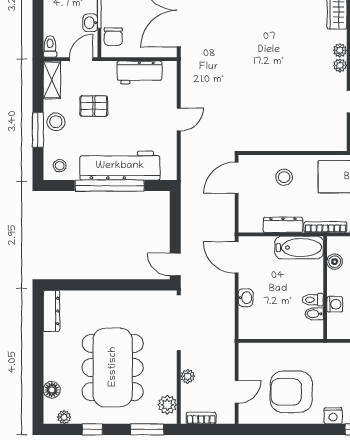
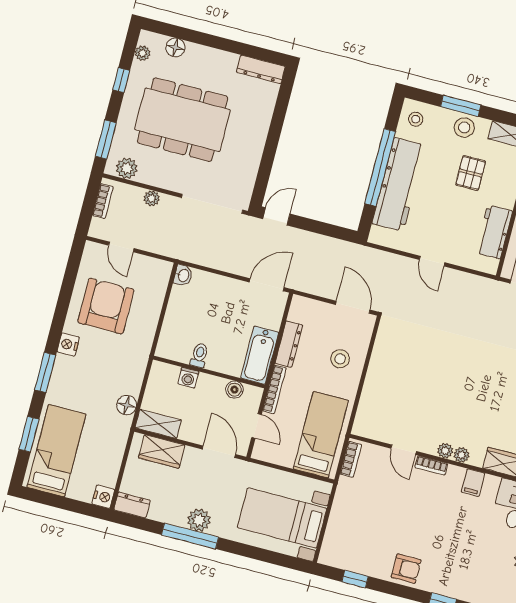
washbasin: (246, 298) -> (183, 275), moved, turned -90
bidet: (314, 314) -> (184, 353), removed

